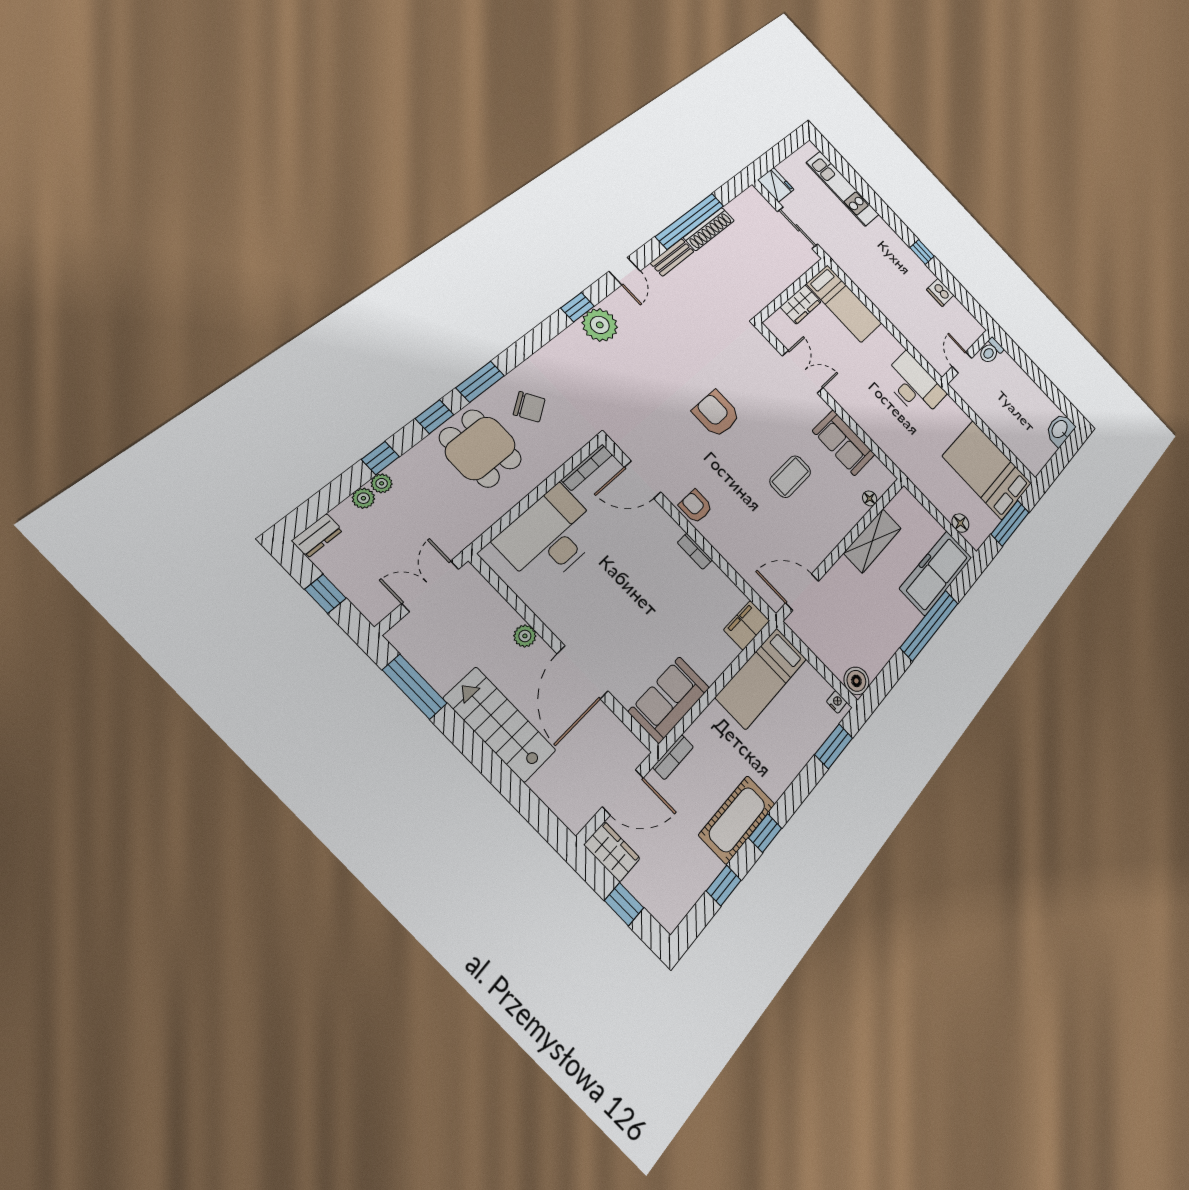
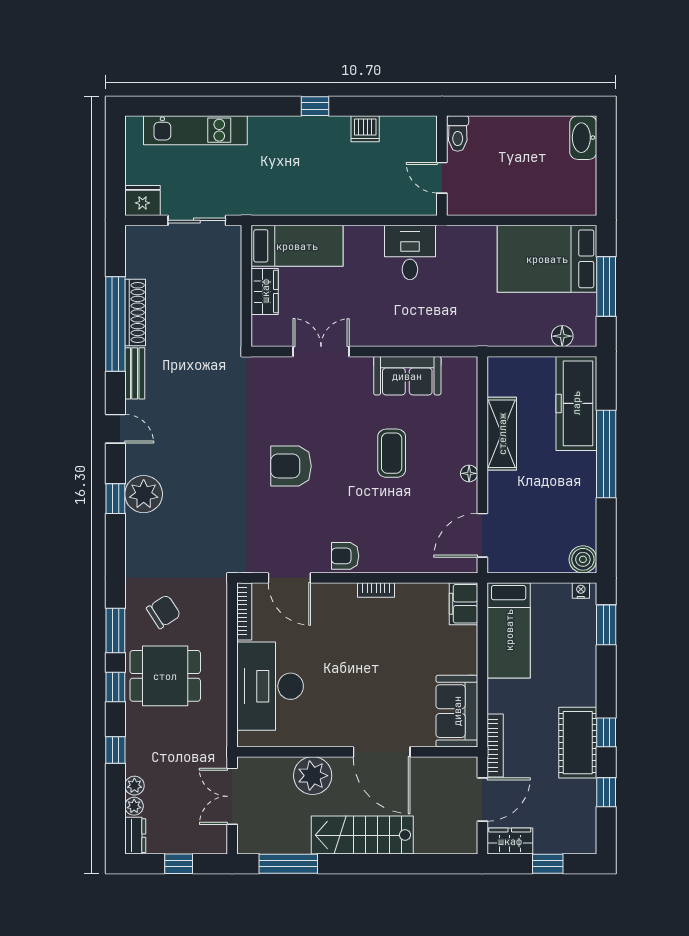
desk: (914, 385) -> (410, 253), width x0.73
door: (643, 480) -> (289, 578), hinge flipped
plant: (382, 483) -> (134, 806), moved
floor lamp: (870, 498) -> (469, 473), moved
plant: (525, 636) -> (313, 776), width x1.87, depth x1.87
bookcase: (673, 757) -> (495, 745), width x1.56

